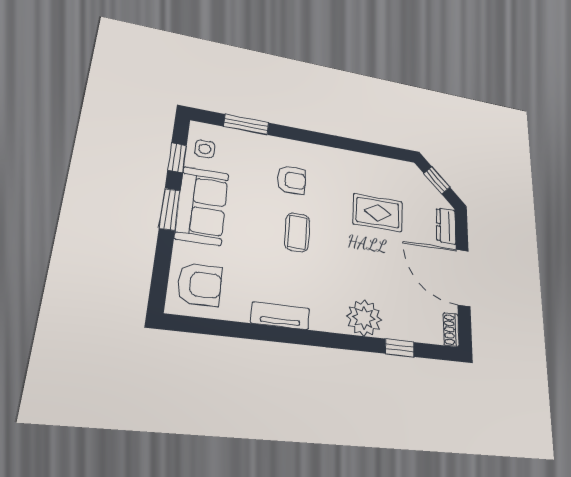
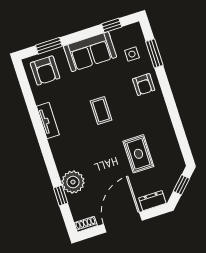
side table: (205, 149) -> (132, 54), moved
armchair: (291, 180) -> (144, 85), moved
window: (170, 209) -> (49, 46), moved
coffee table: (297, 232) -> (101, 111), turned 90
plant: (364, 318) -> (73, 182), moved

